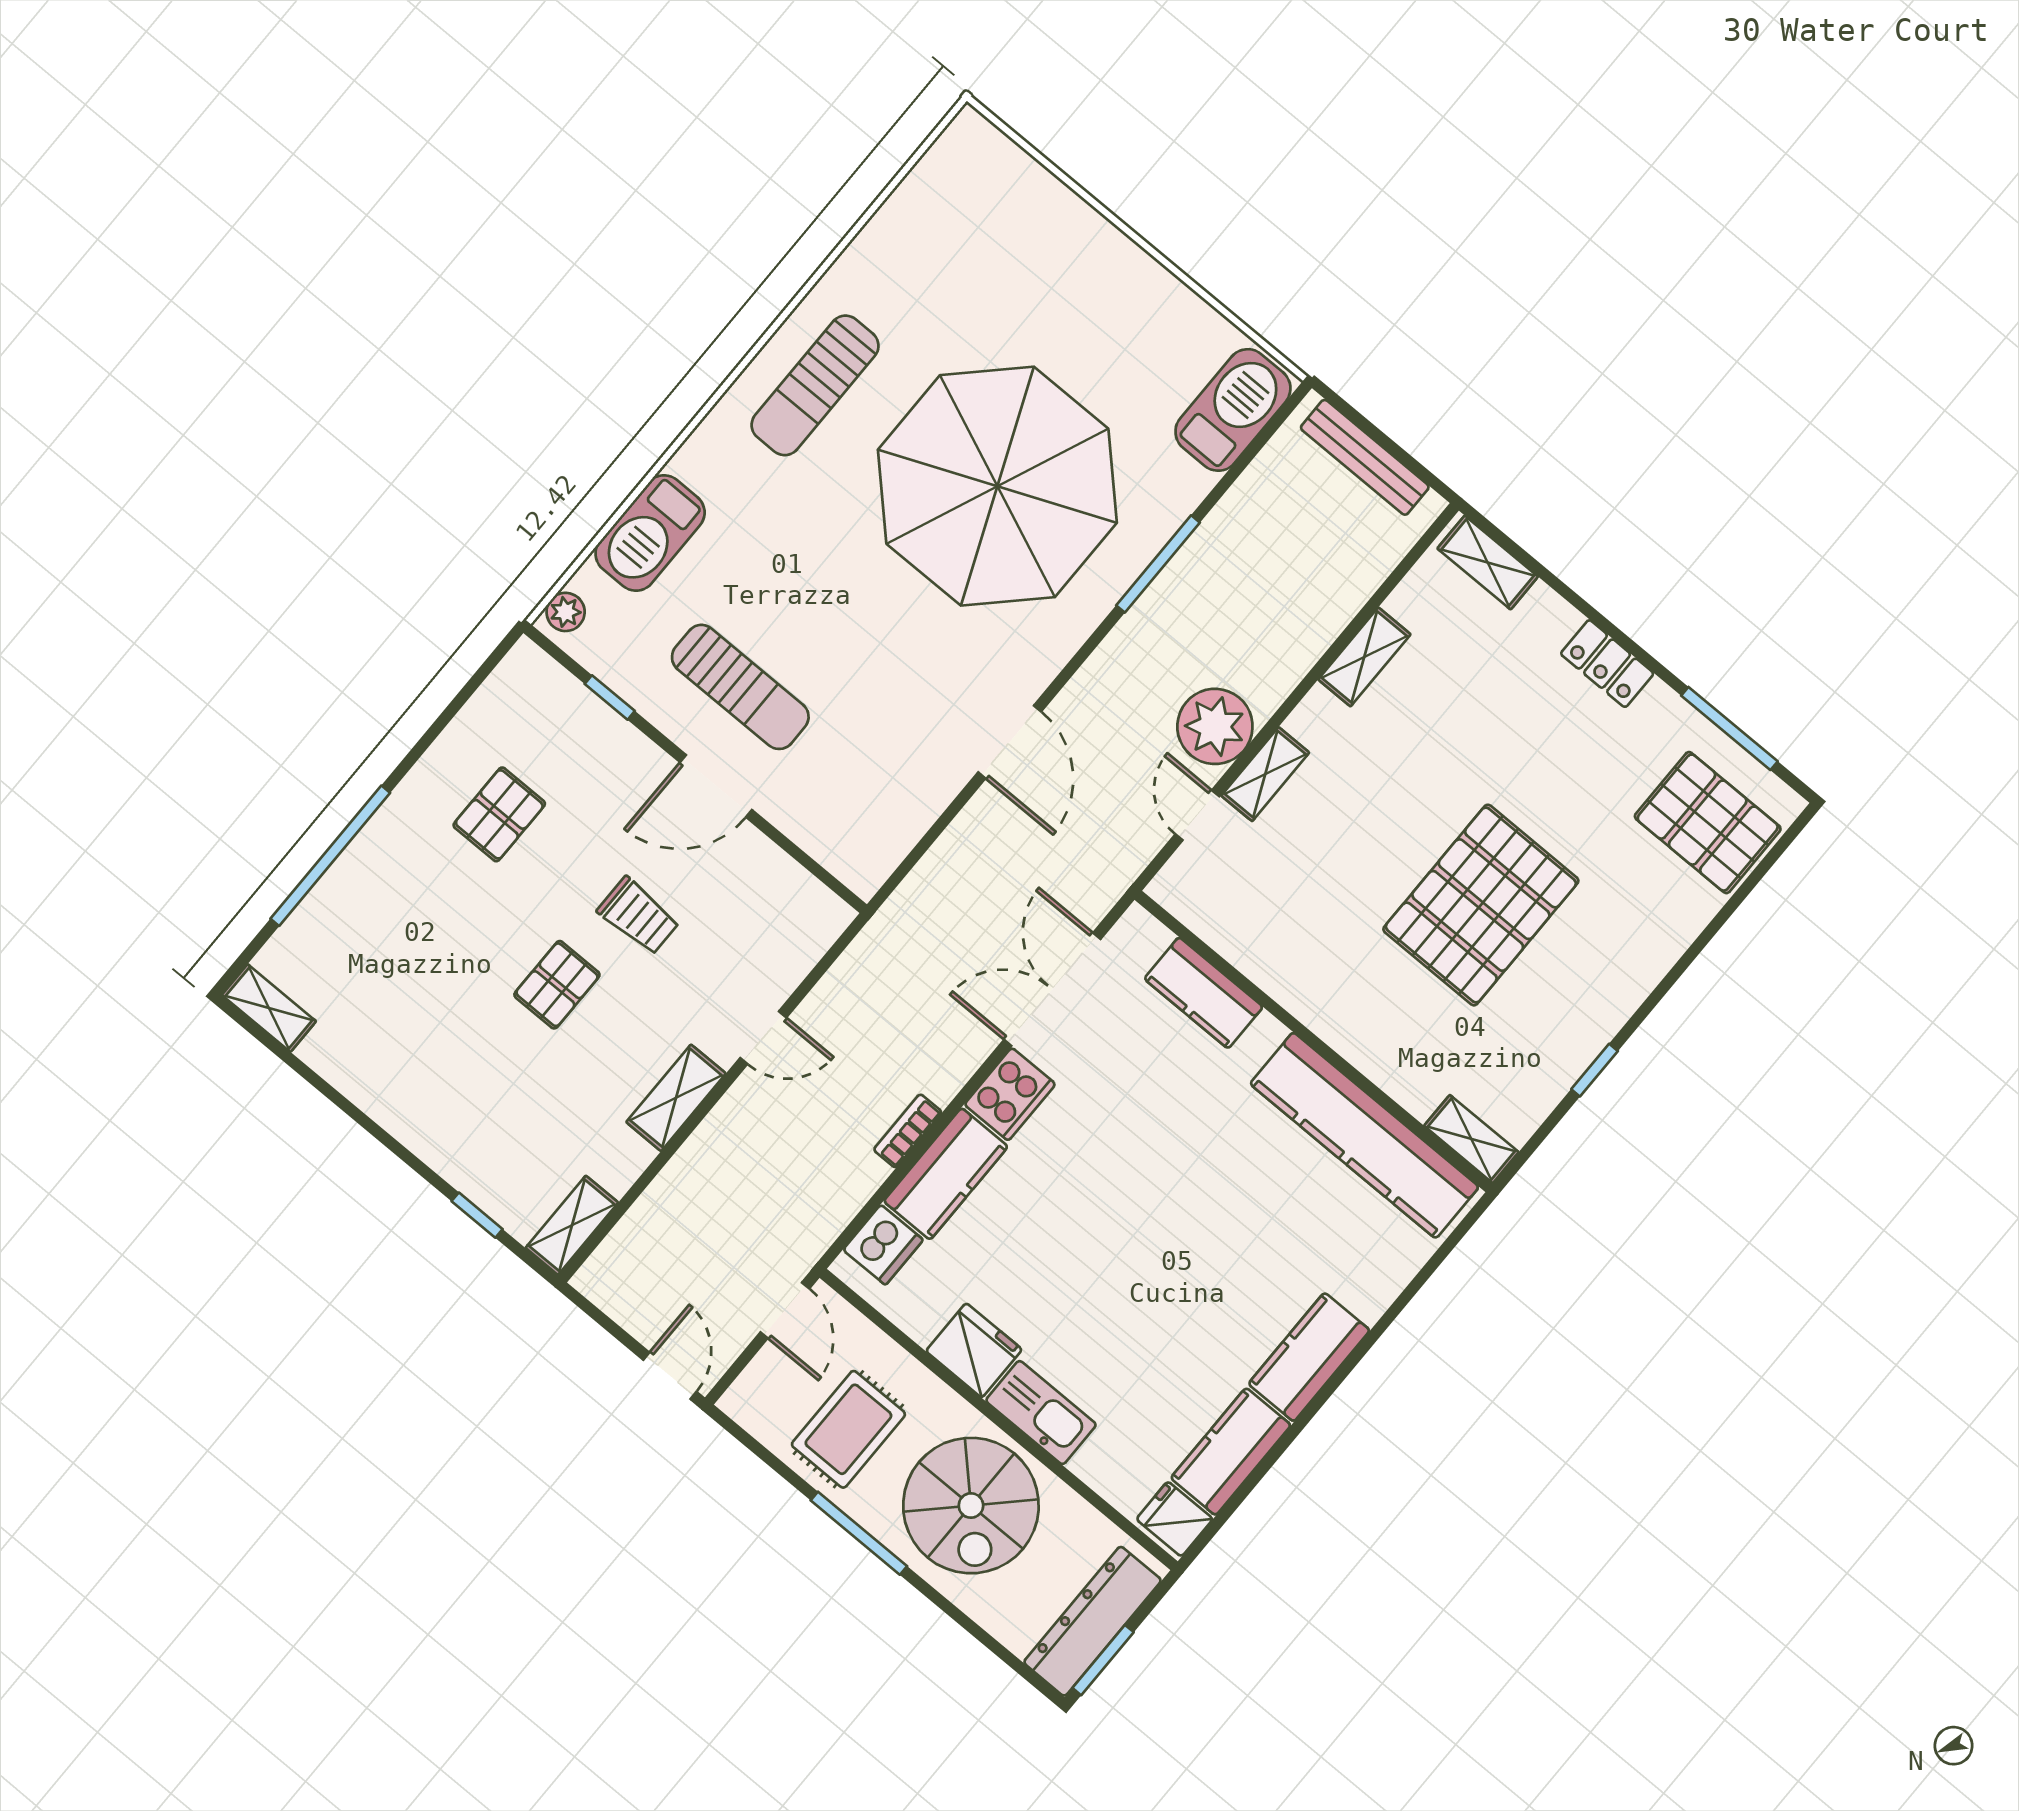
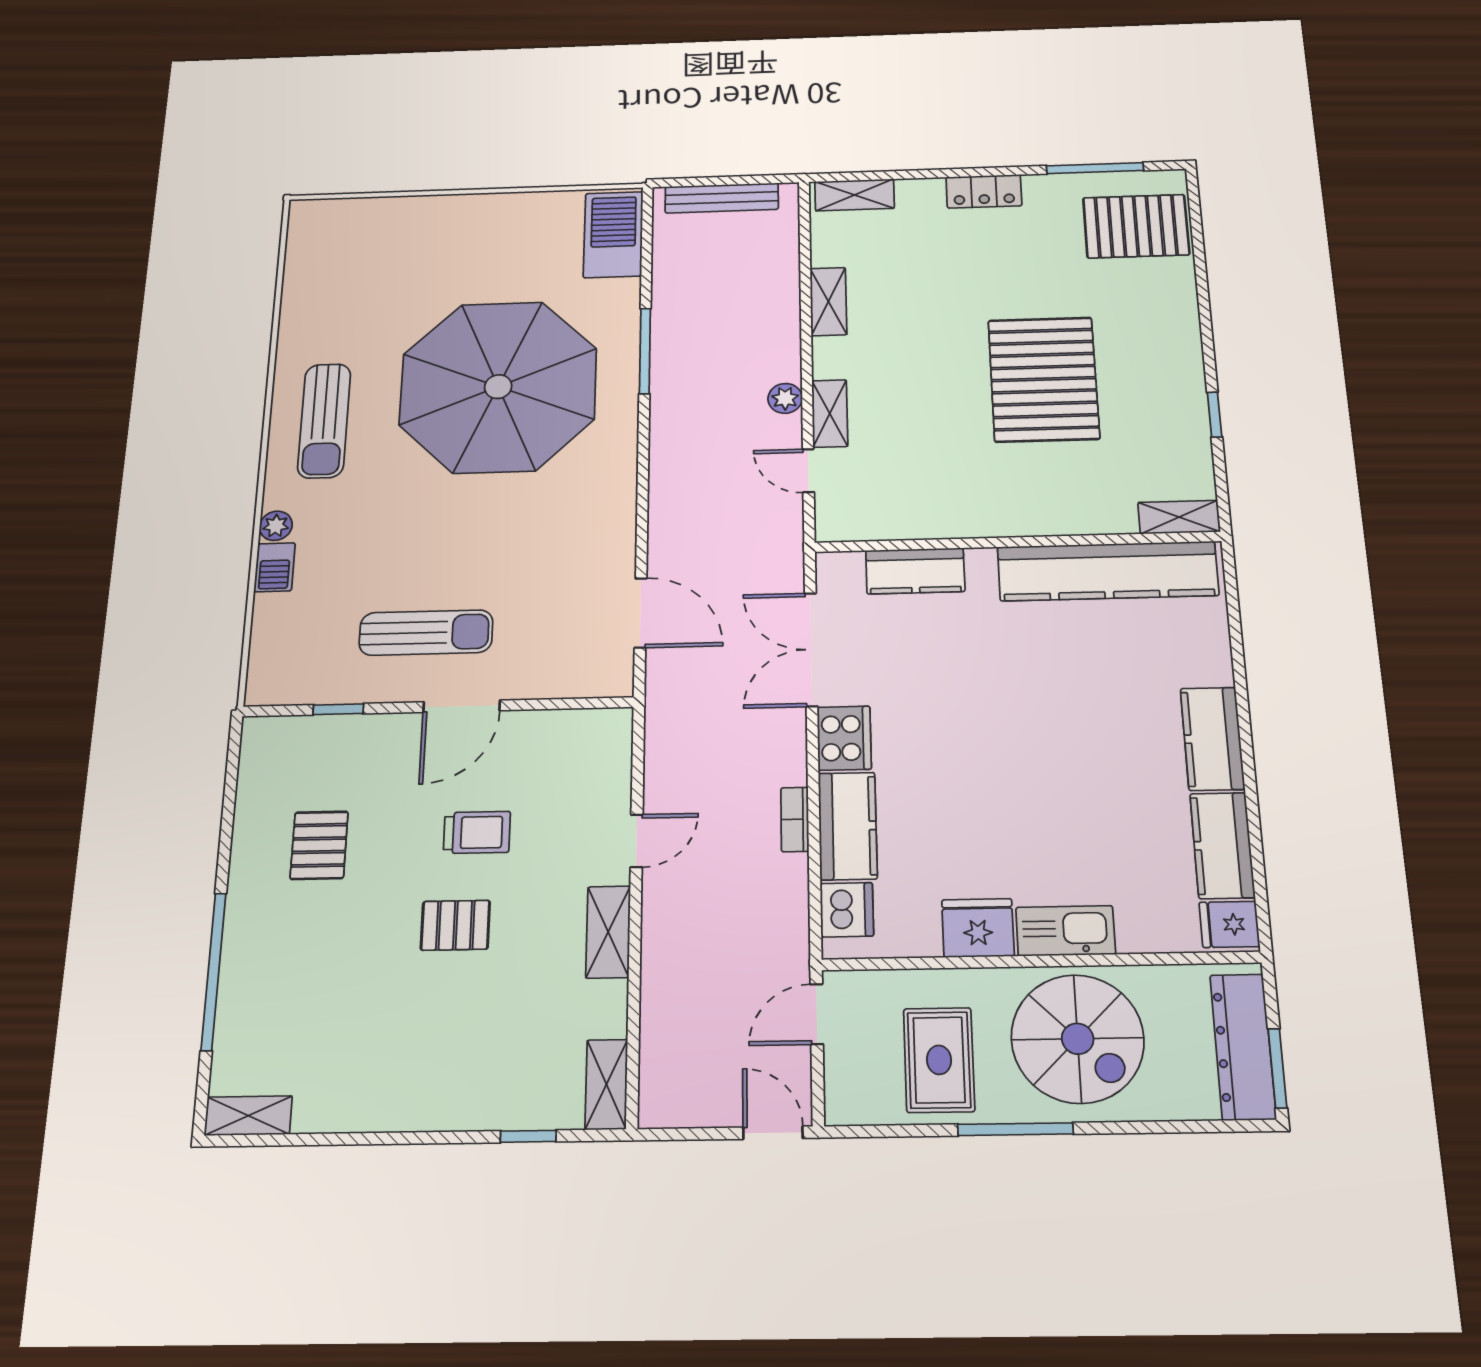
barbecue: (650, 533) -> (275, 567), width x0.53, depth x0.65
plant: (566, 612) -> (276, 526), moved
plant: (1215, 726) -> (785, 398), width x0.53, depth x0.53
door: (1010, 742) -> (640, 613), moved
pallet: (557, 985) -> (455, 925), turned 90
door: (785, 1310) -> (817, 1014), swing flipped

